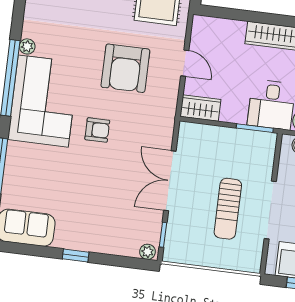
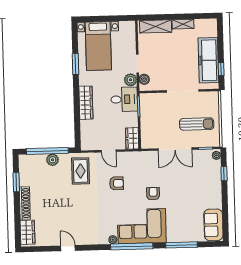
door: (185, 63) -> (109, 151), swing flipped
armchair: (125, 68) -> (117, 183), width x0.53, depth x0.53
sun lounger: (228, 209) -> (197, 124), moved
window: (76, 256) -> (224, 174), moved

